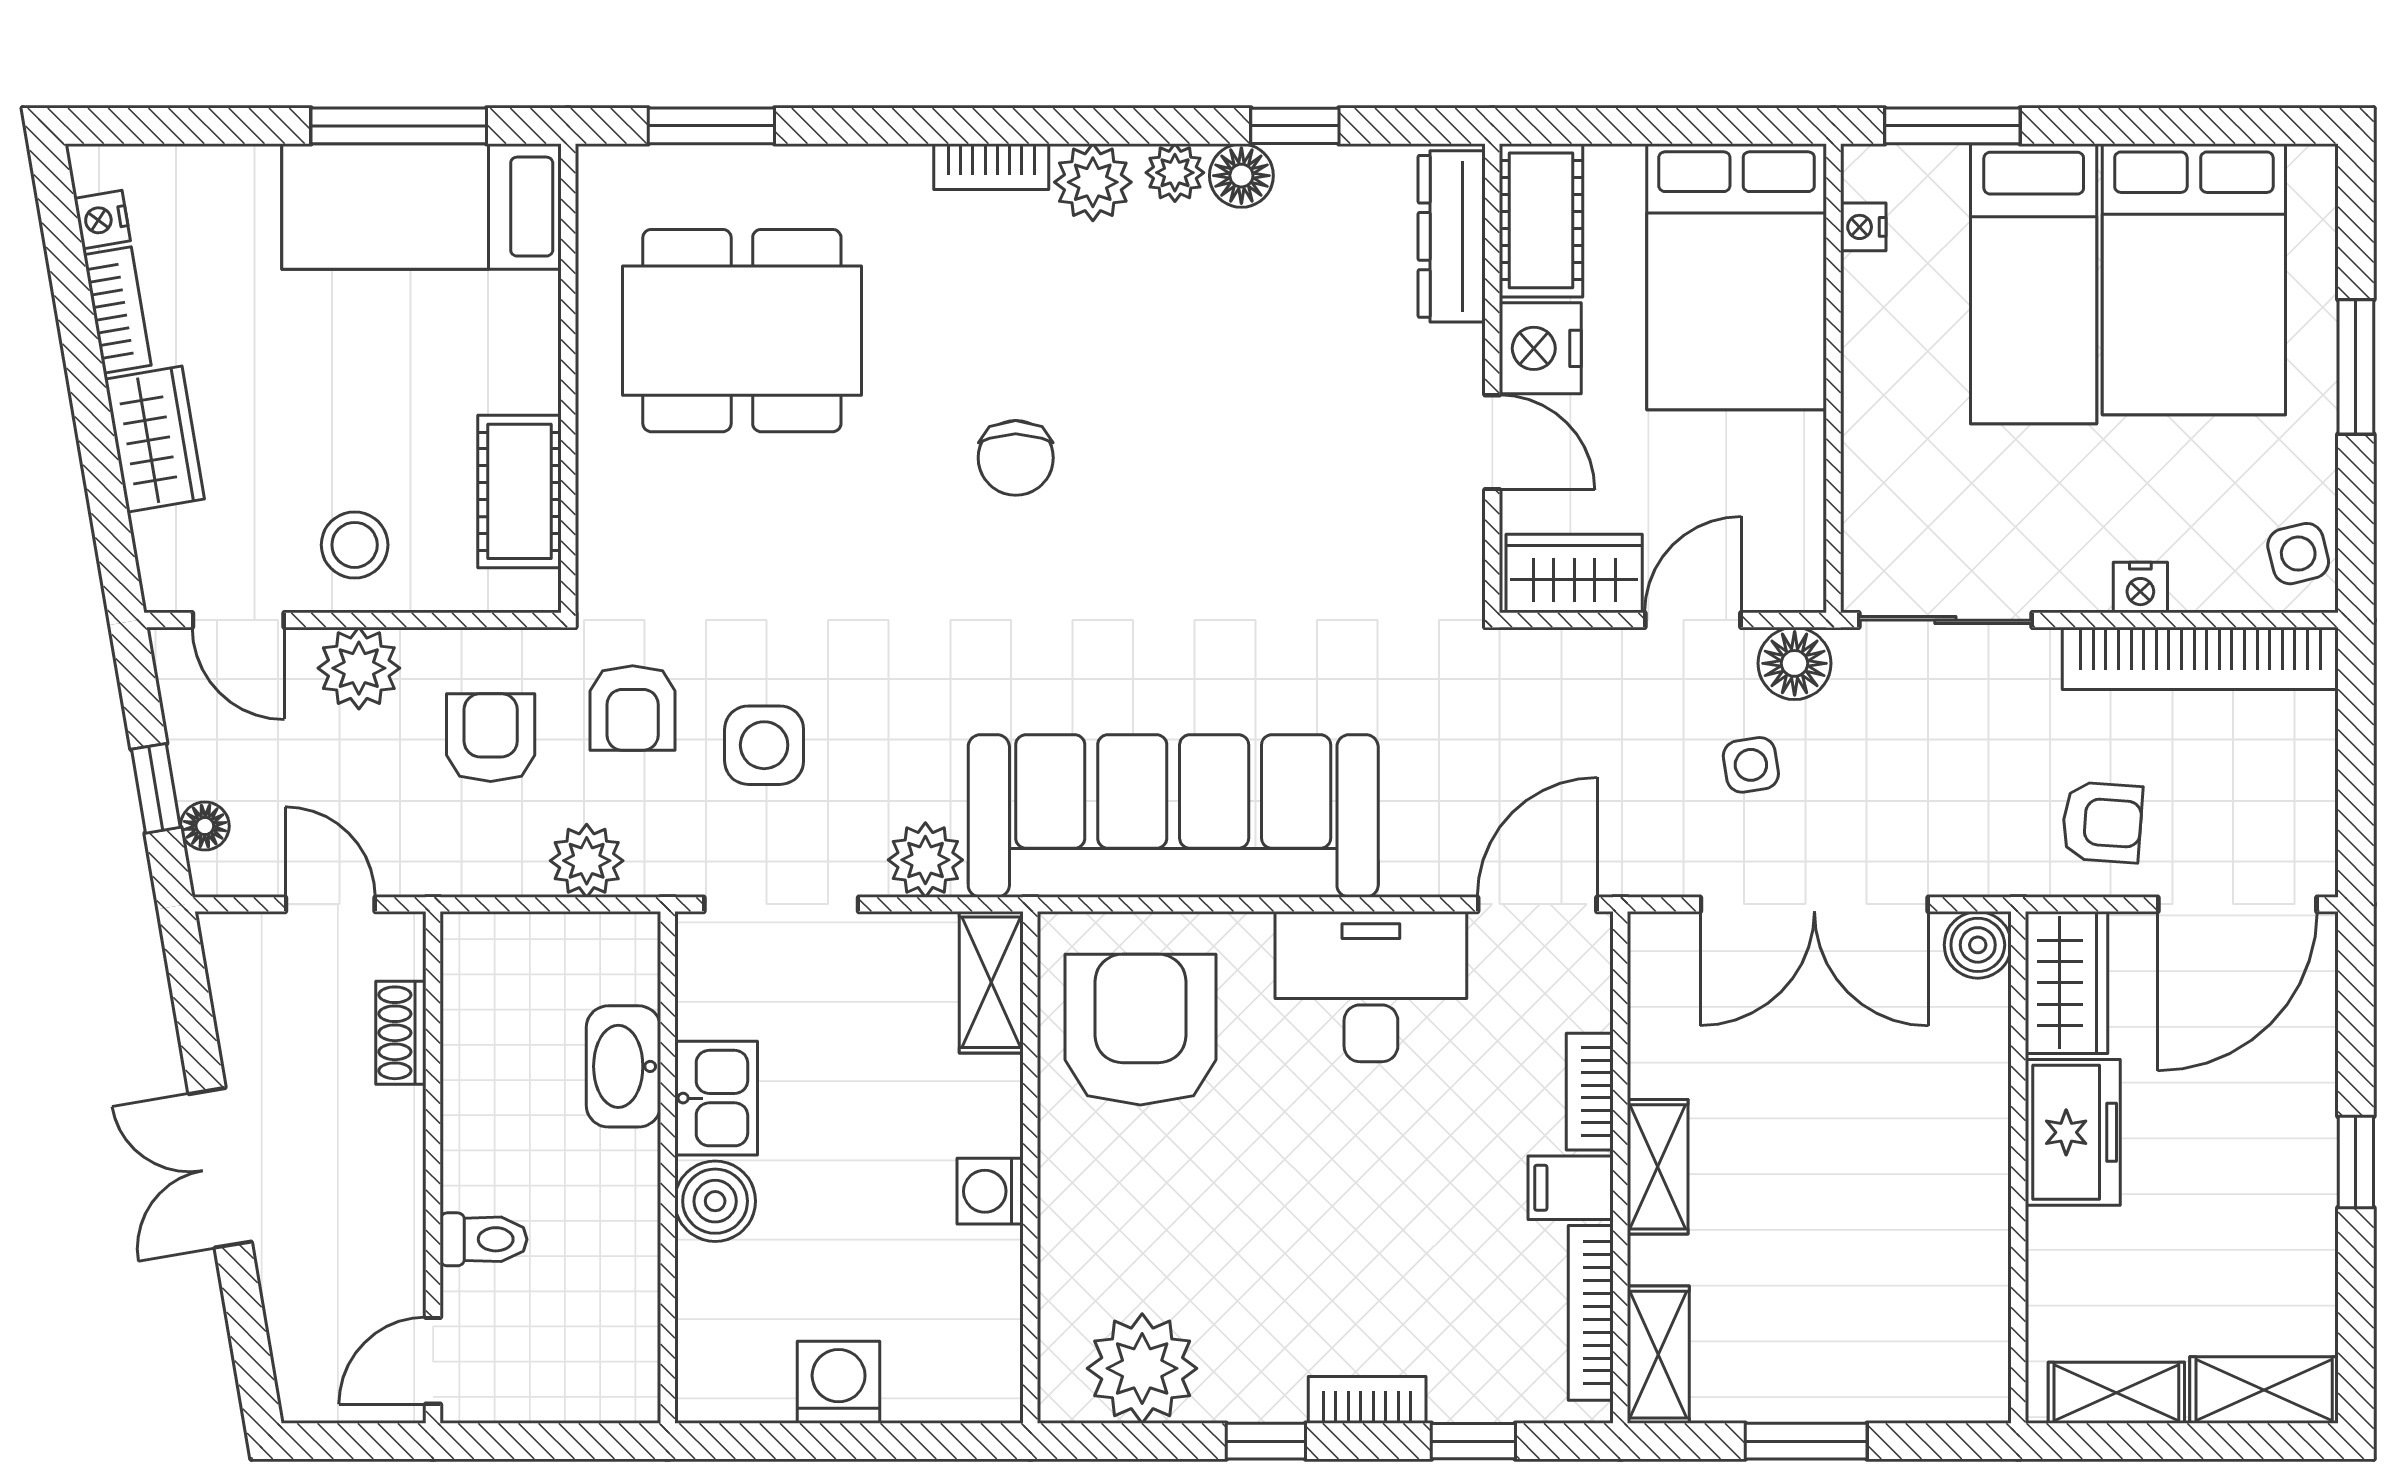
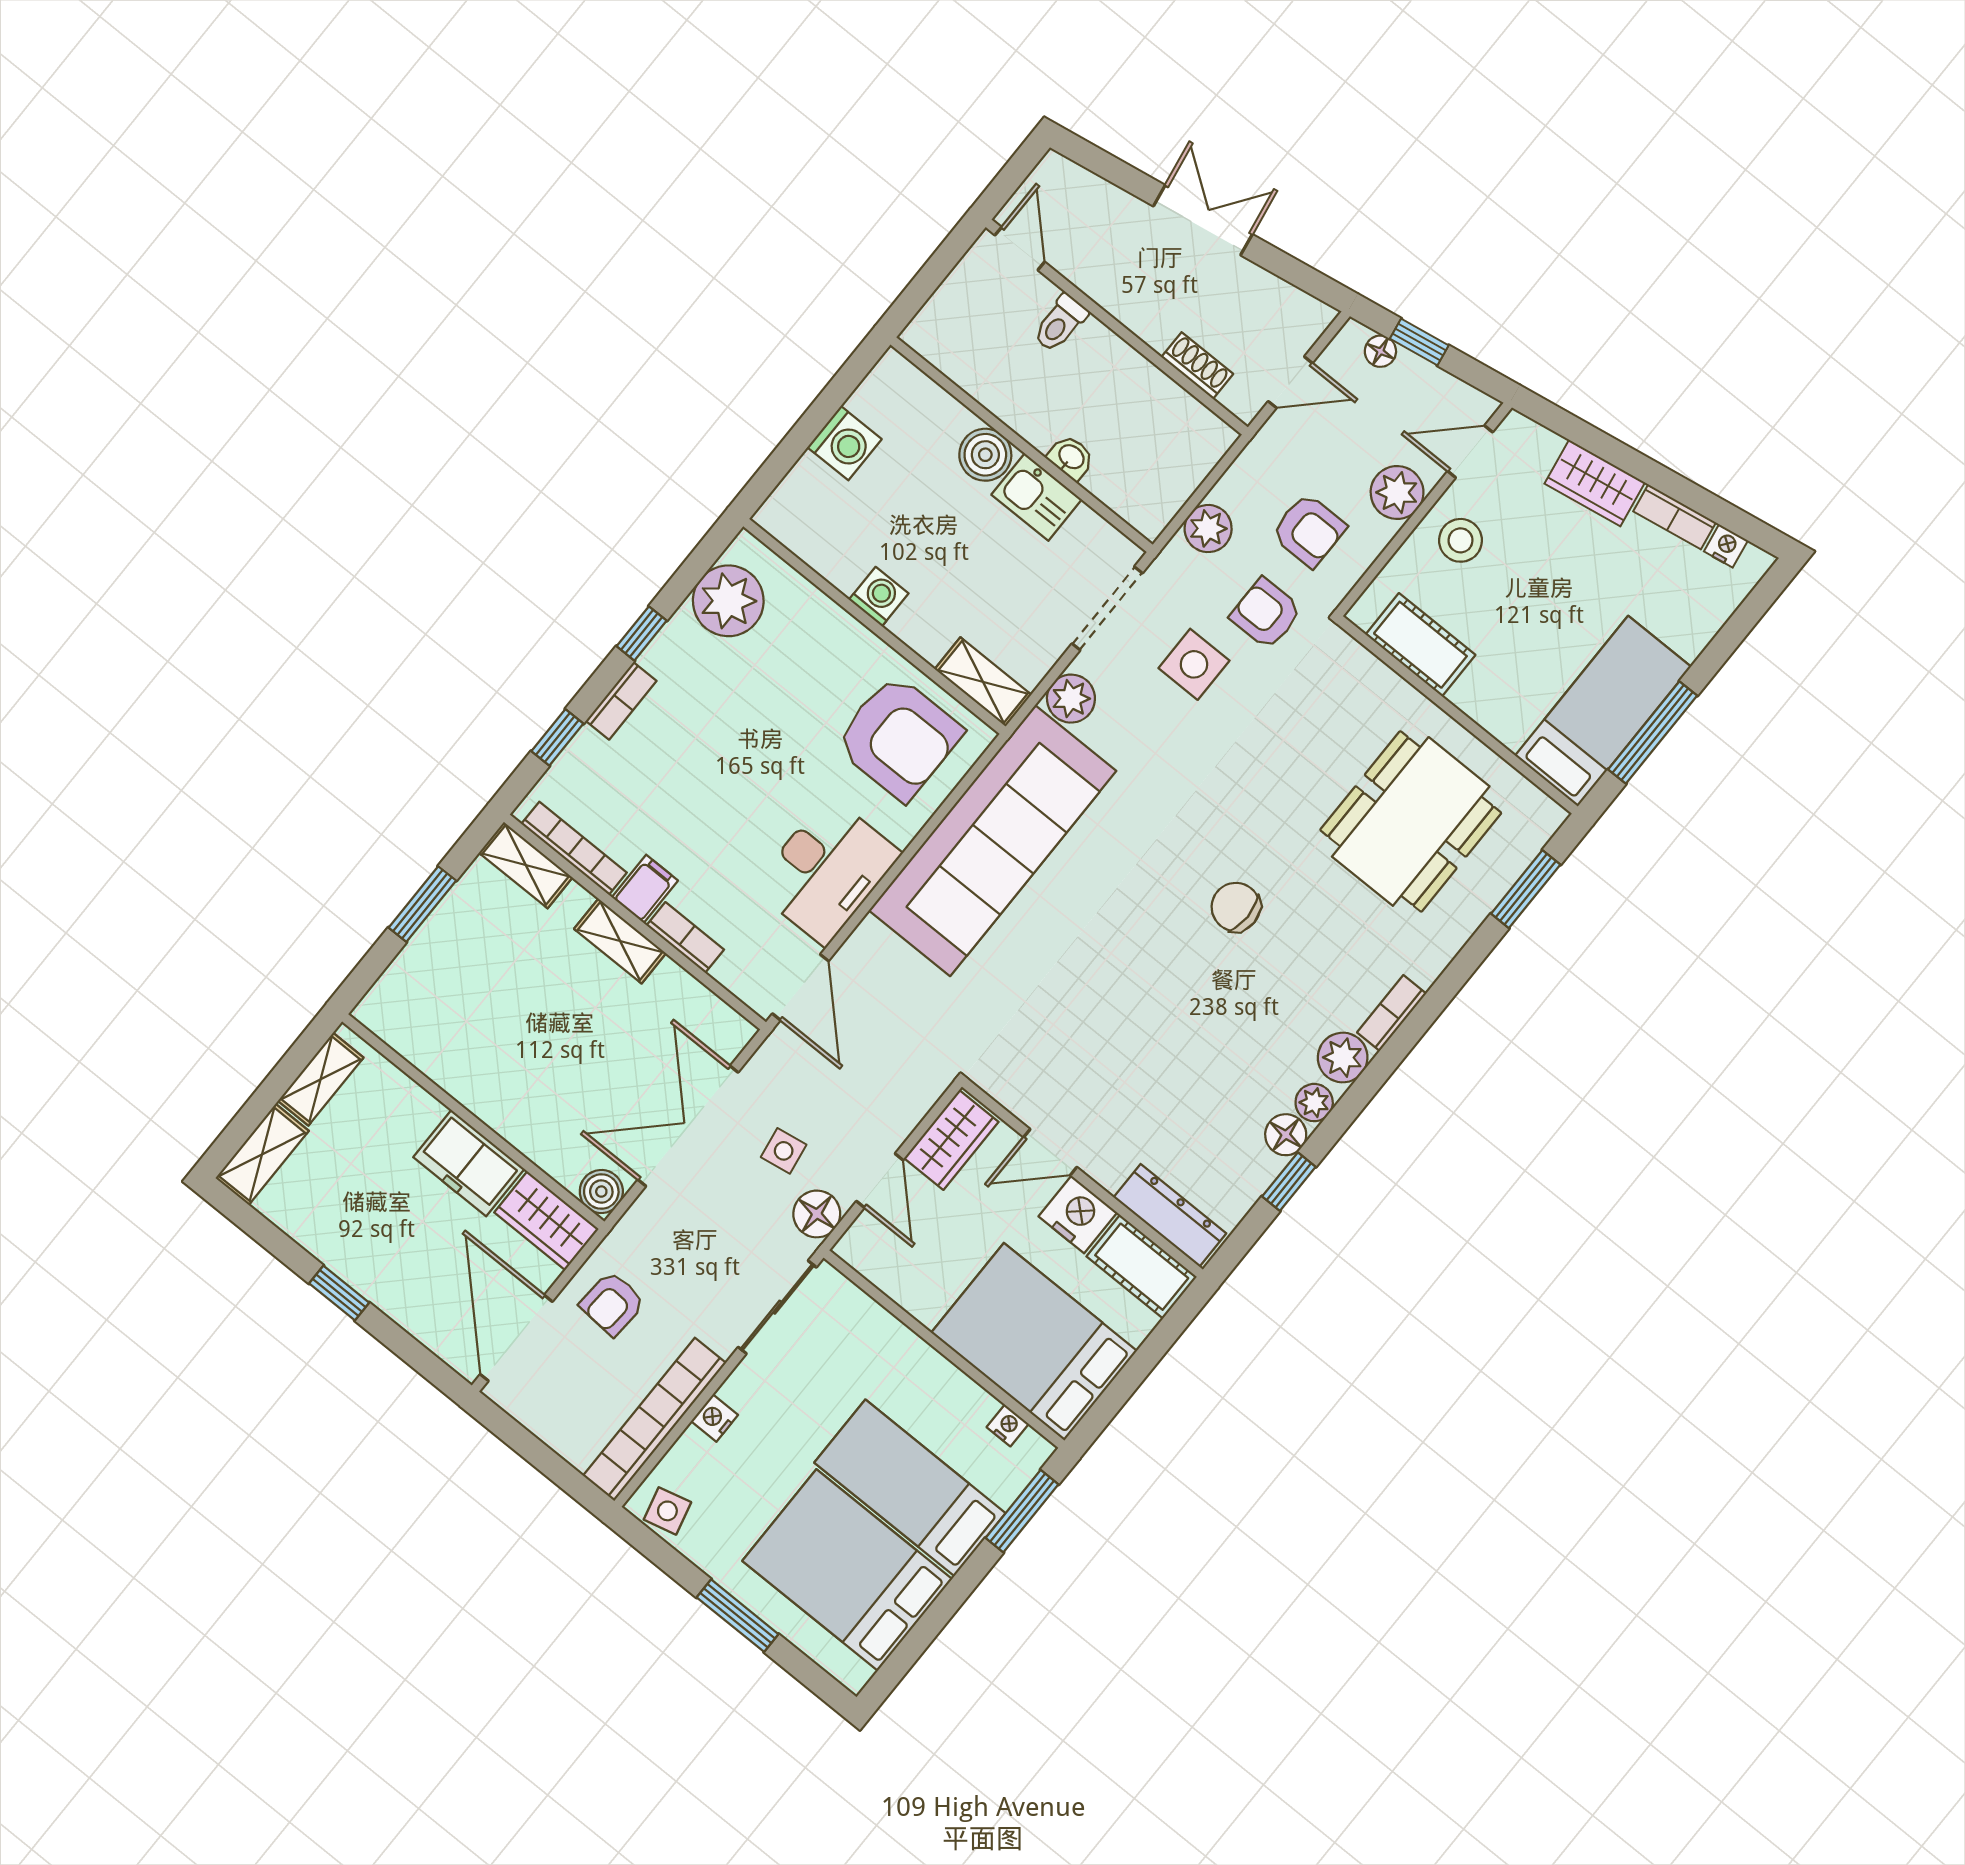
washbasin: (623, 1066) -> (1071, 457), width x0.52, depth x0.69

